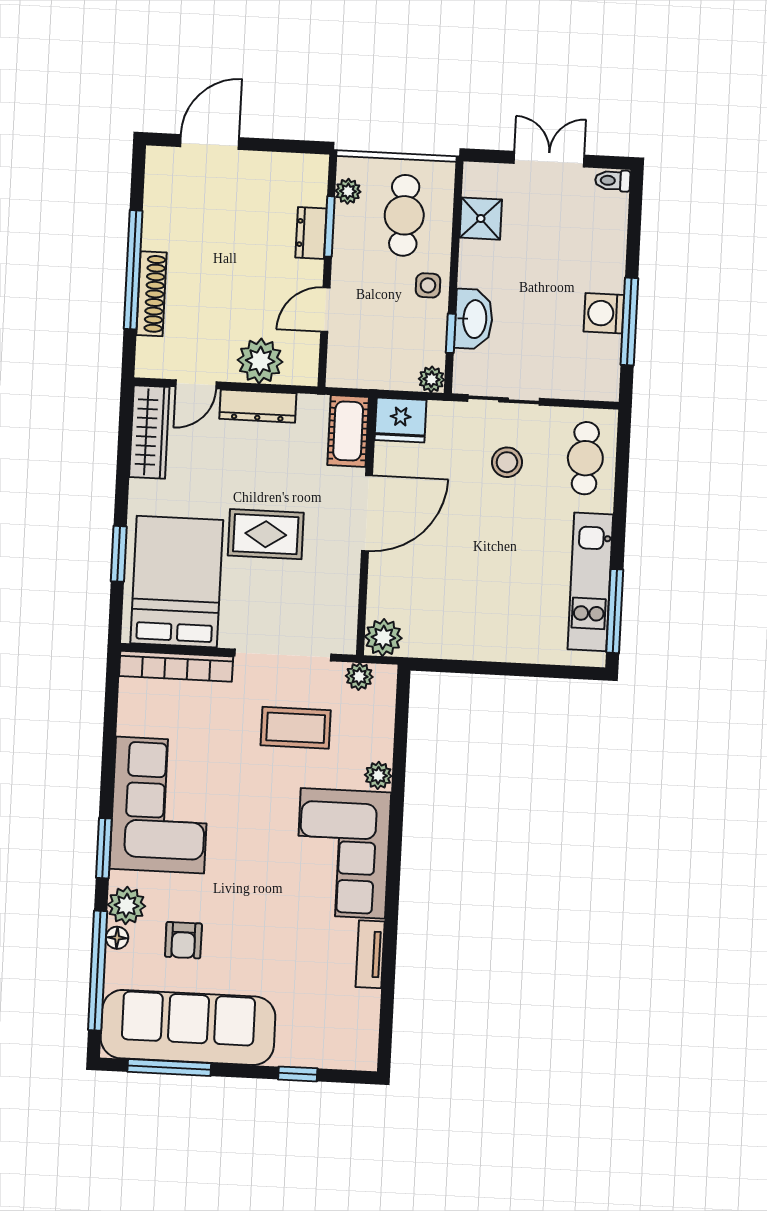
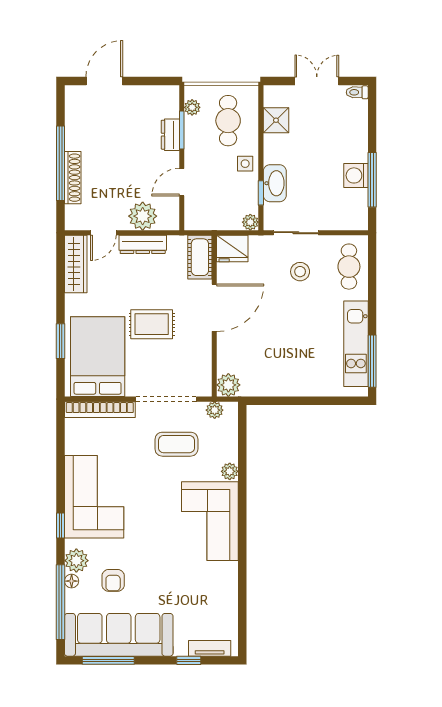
window: (104, 848) -> (60, 525), width x0.67
tv unit: (370, 954) -> (210, 648), moved, turned 90

